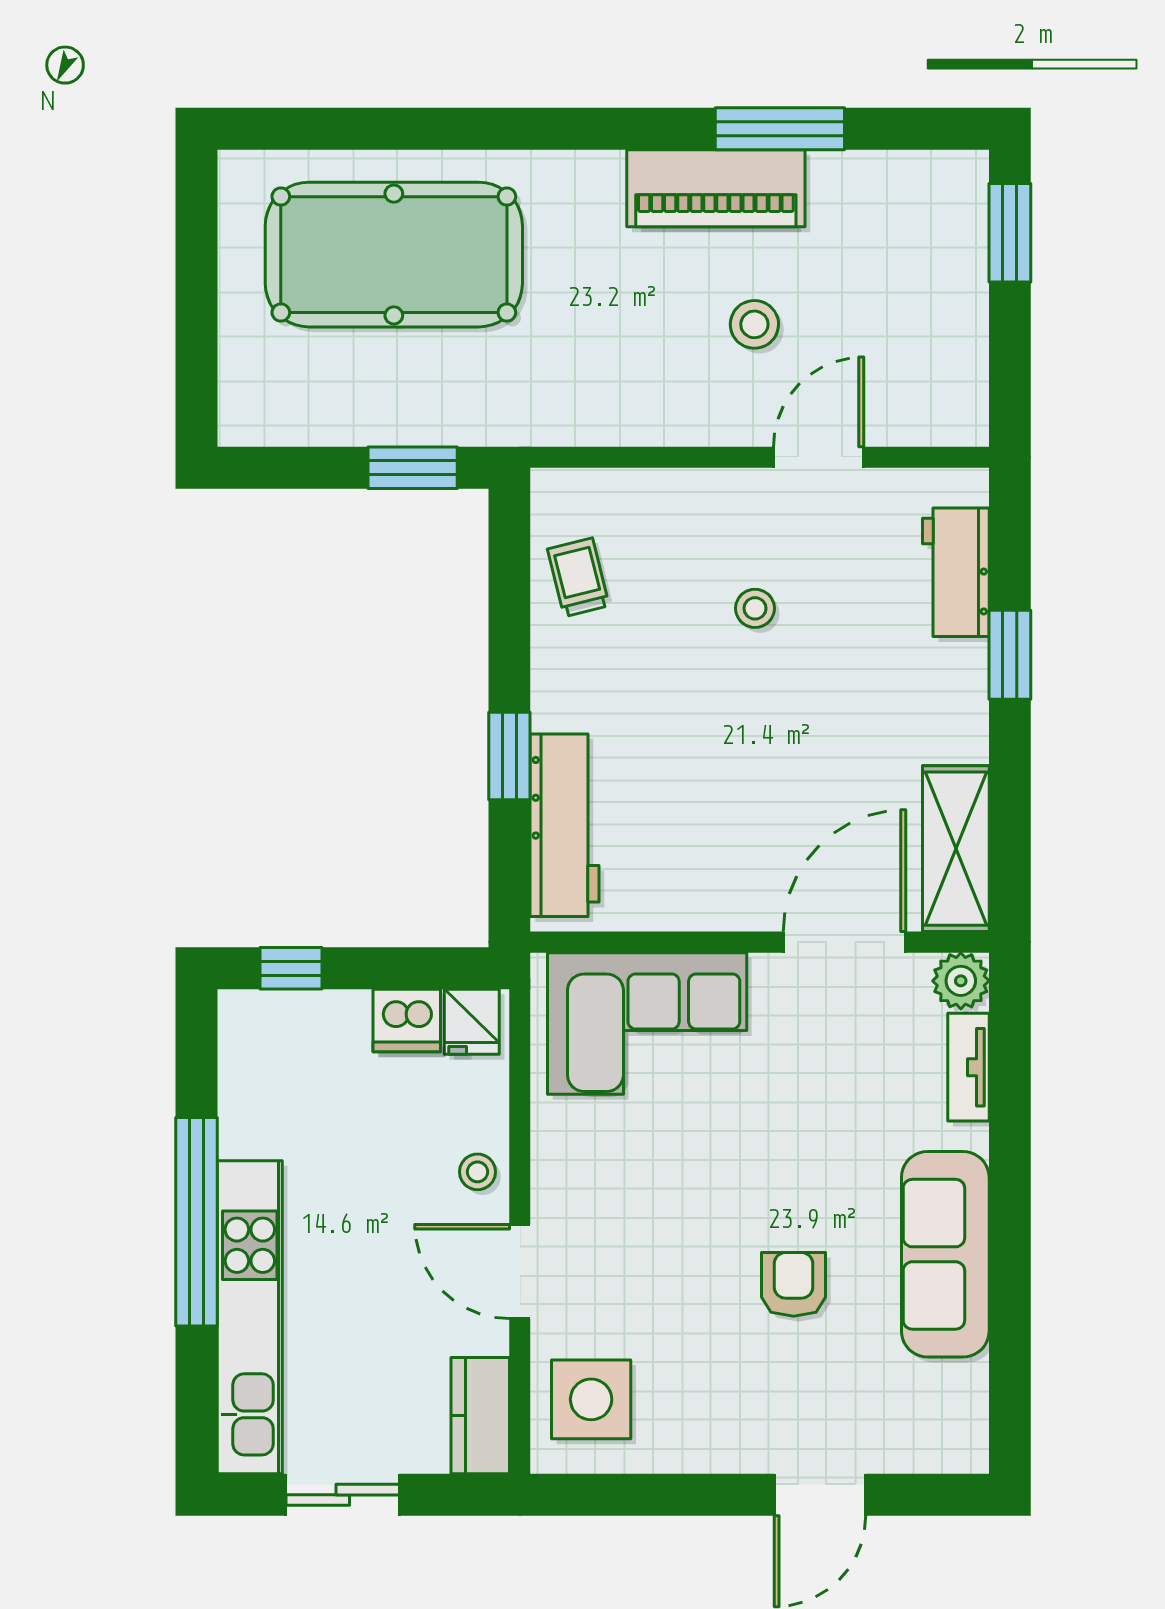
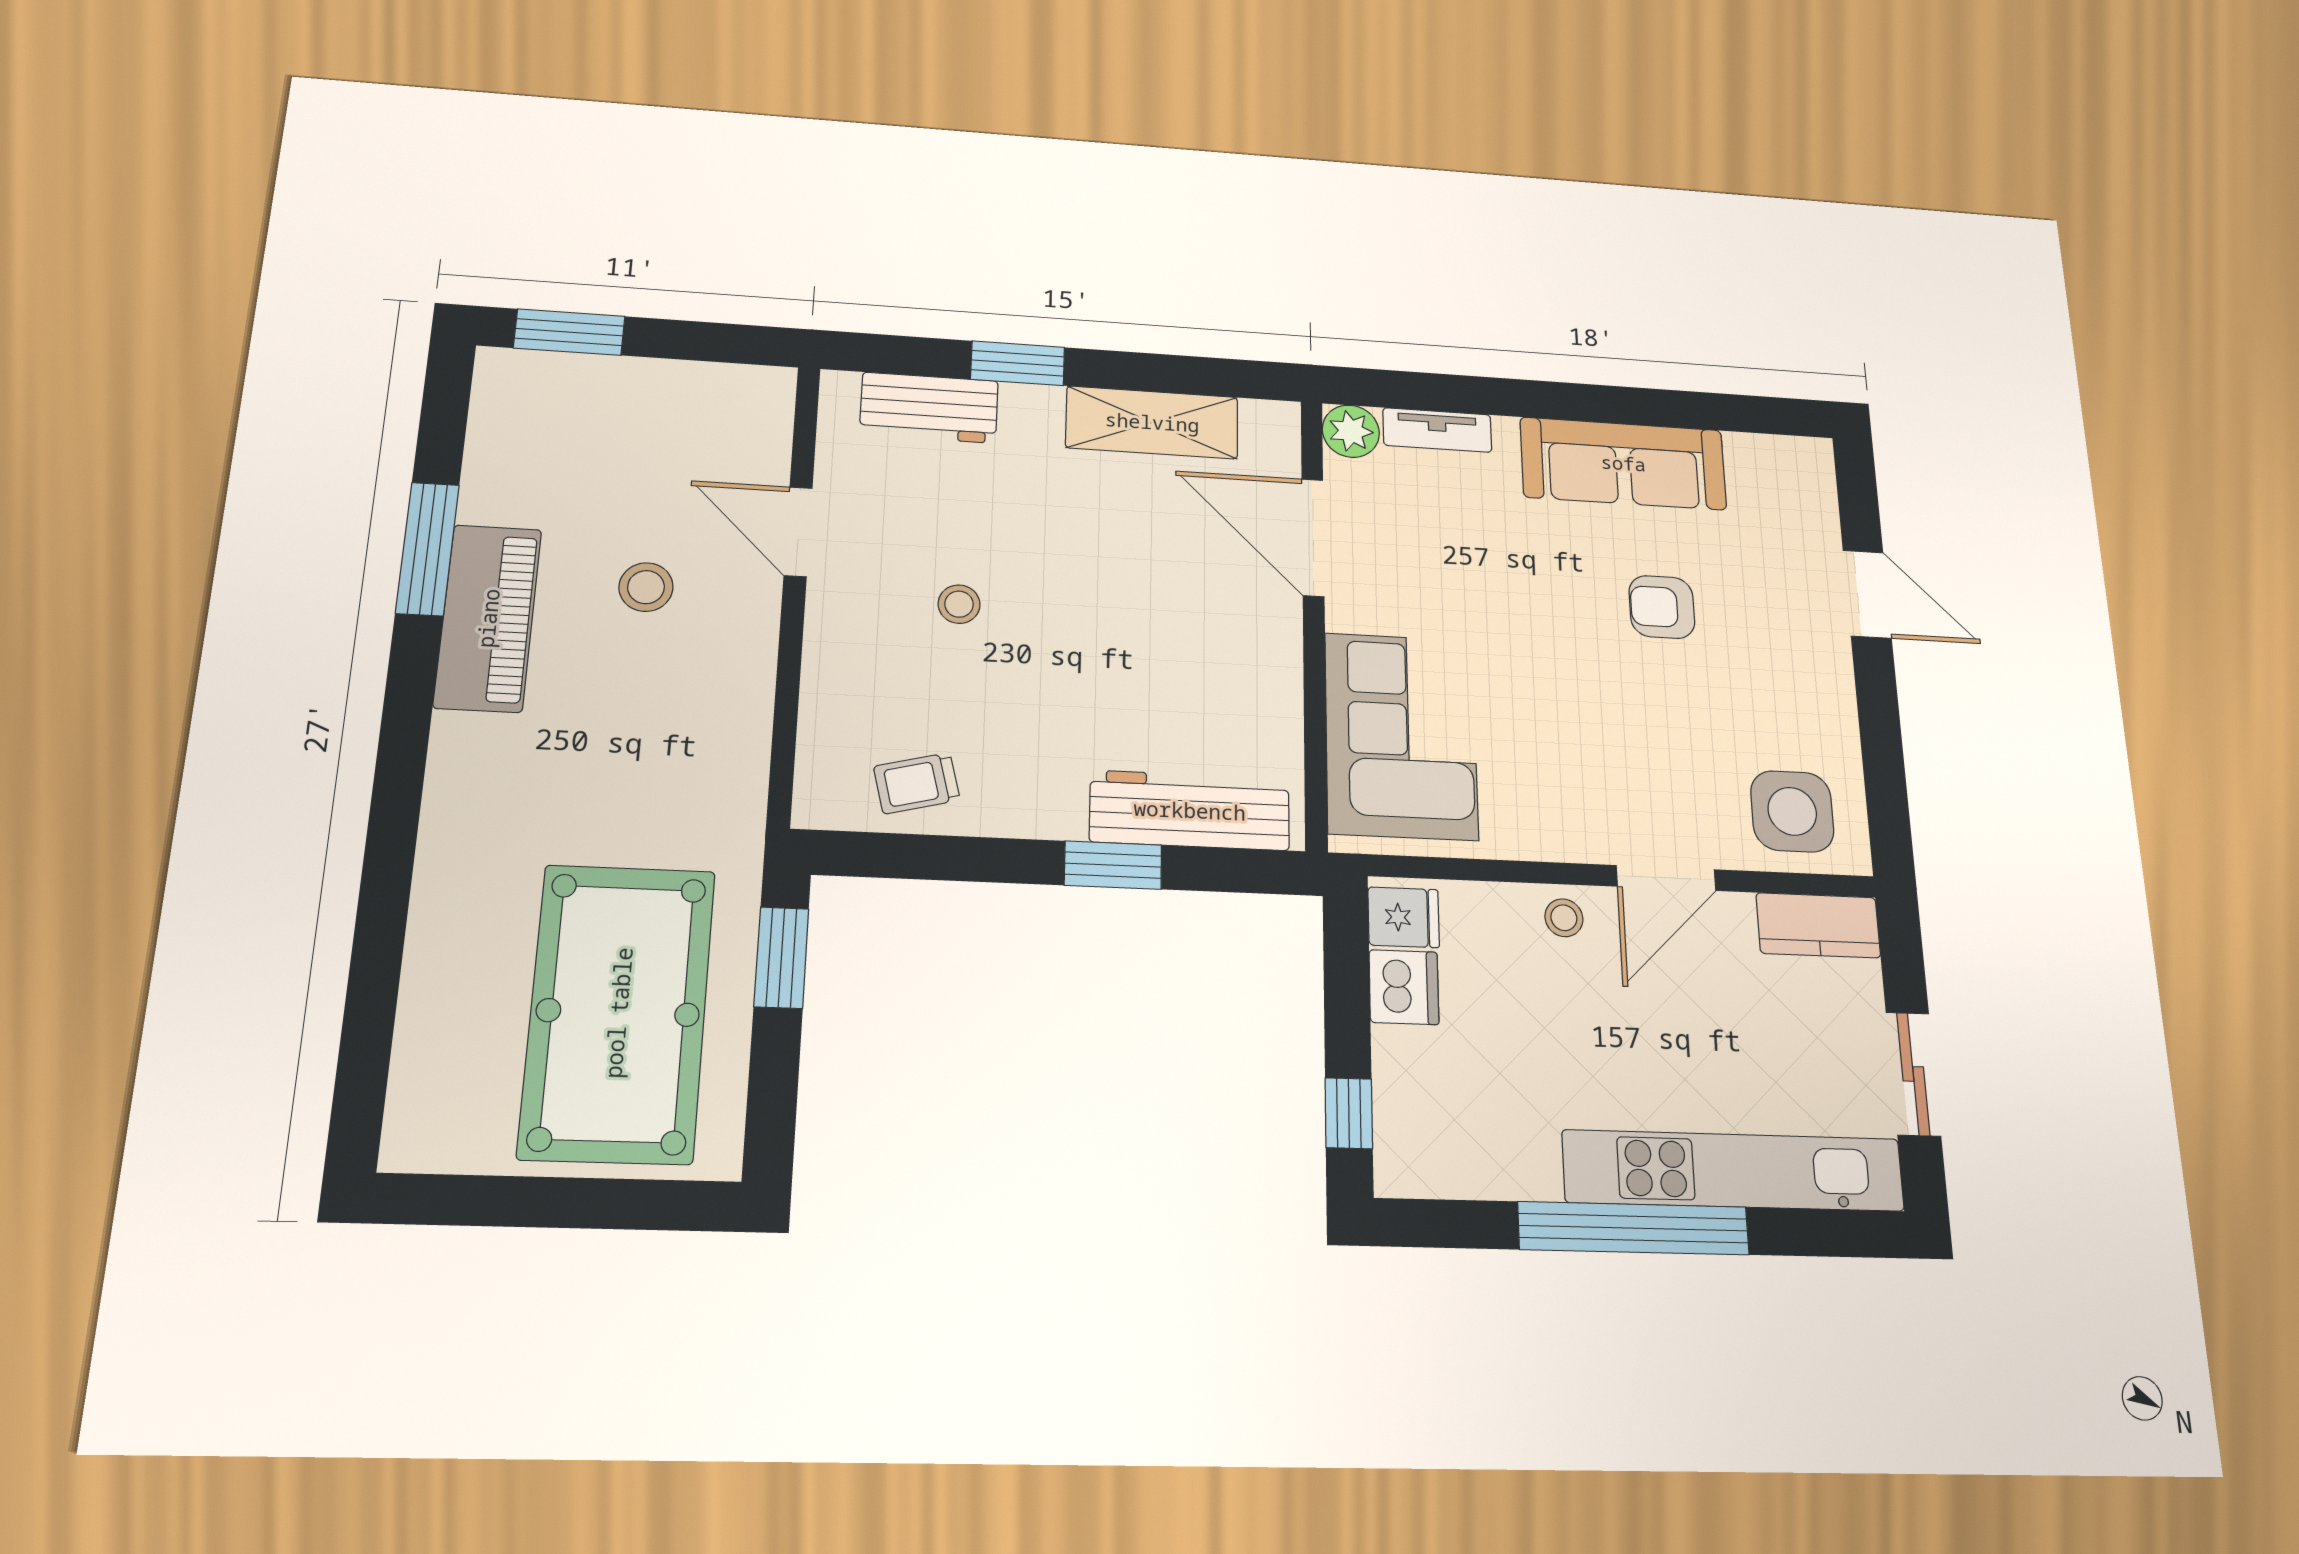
pool table: (394, 255) -> (618, 1013), moved
shelving: (956, 849) -> (1152, 422), moved

